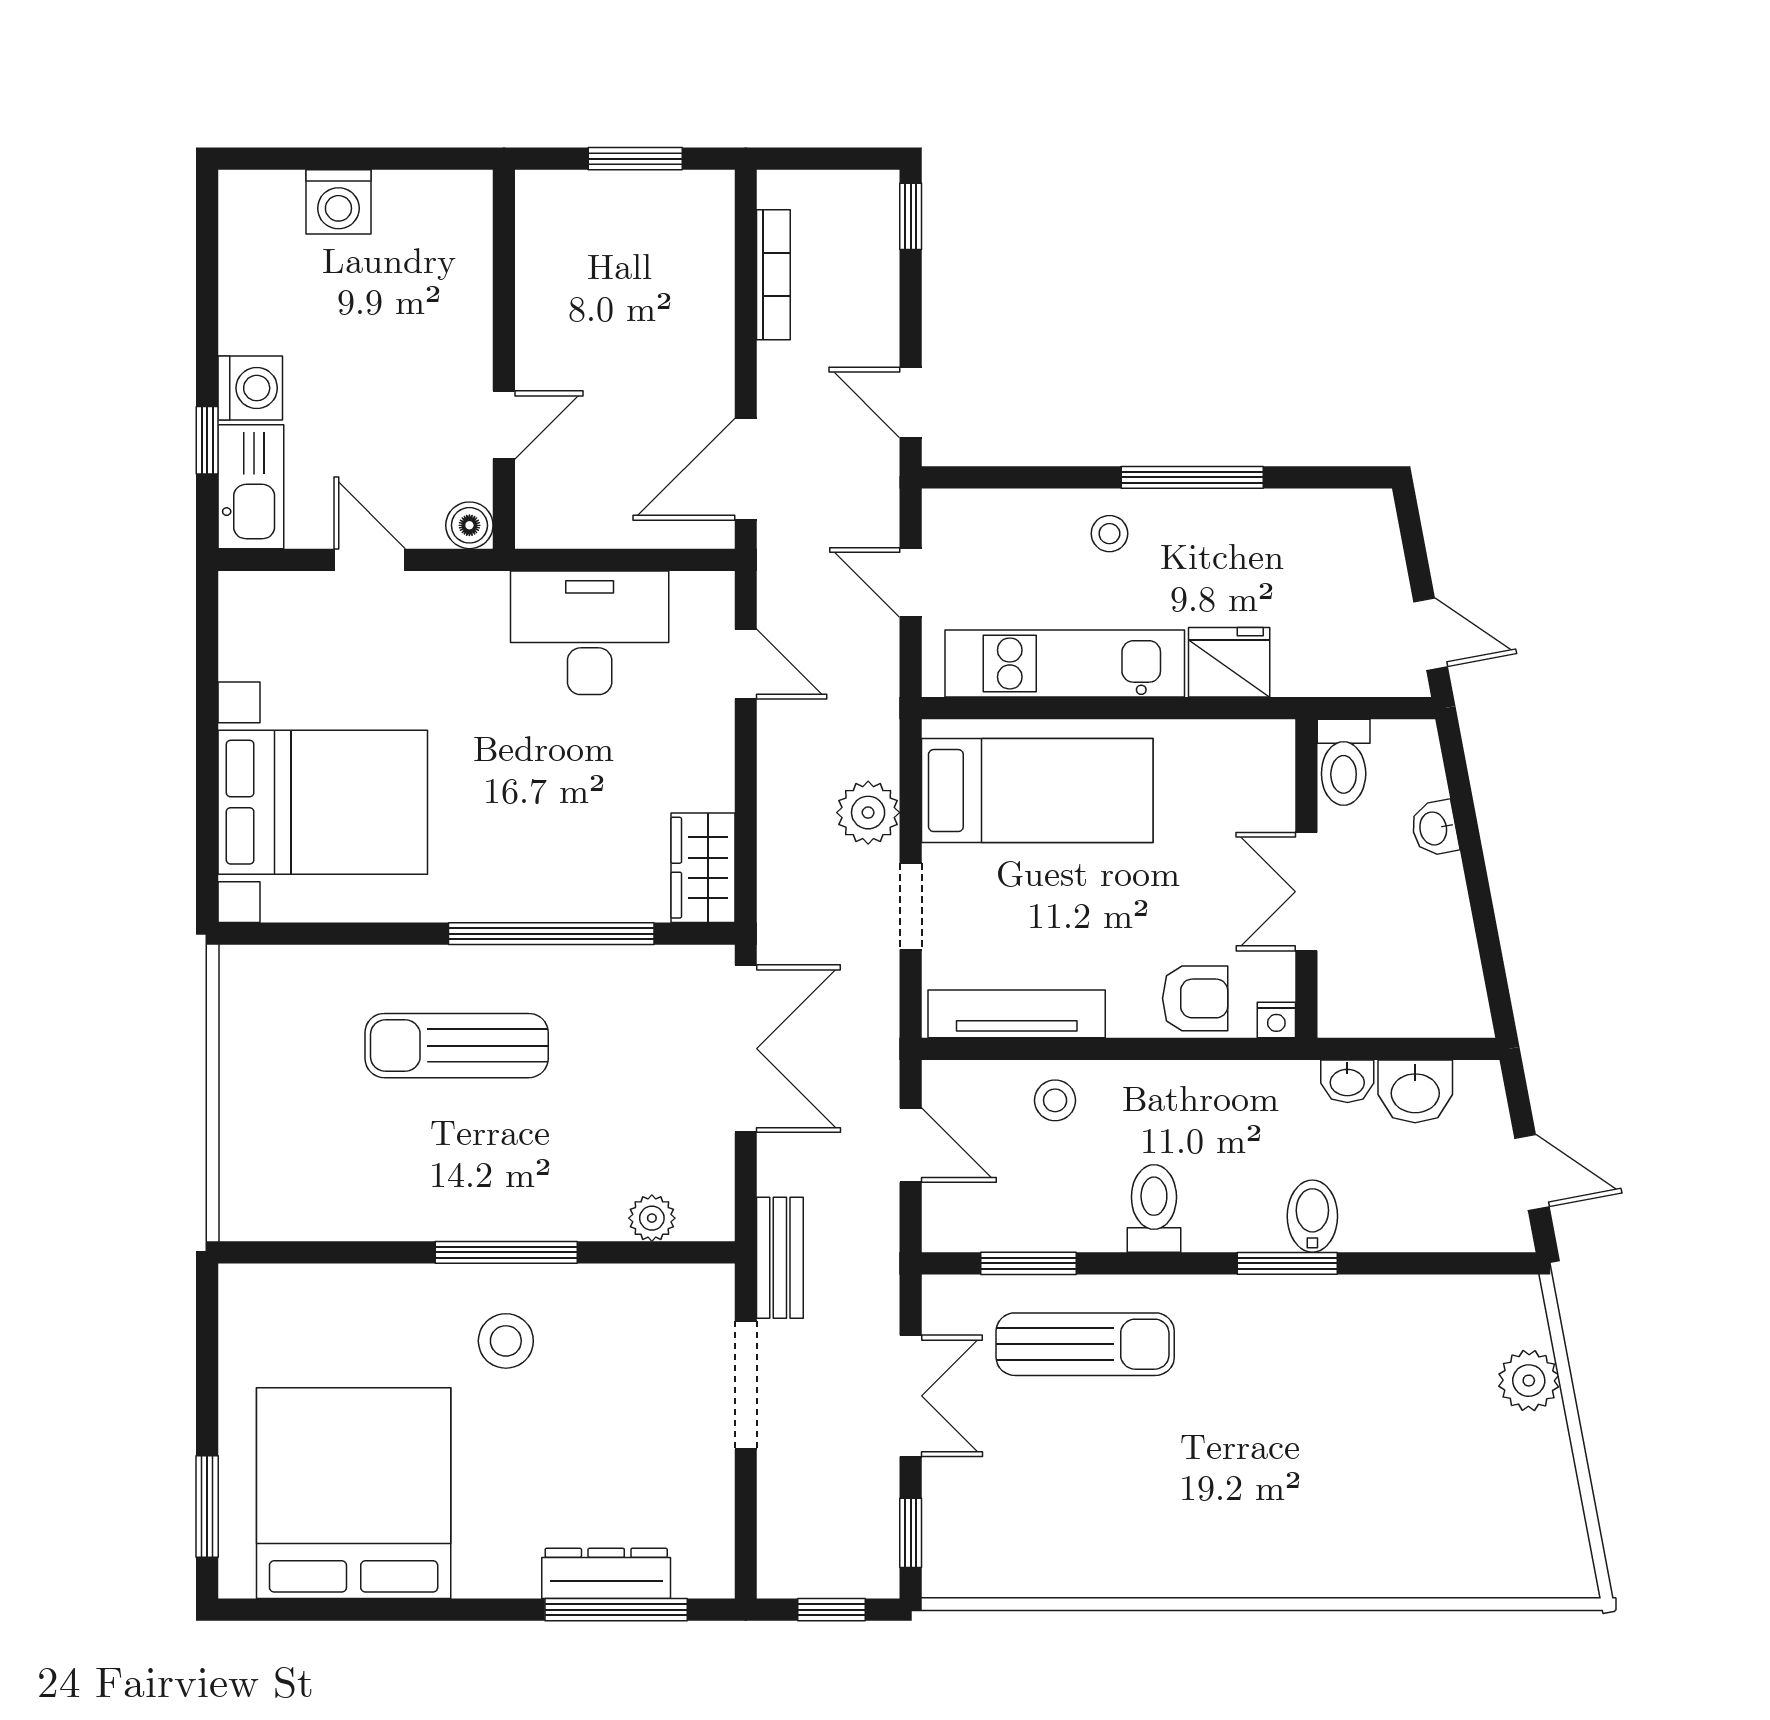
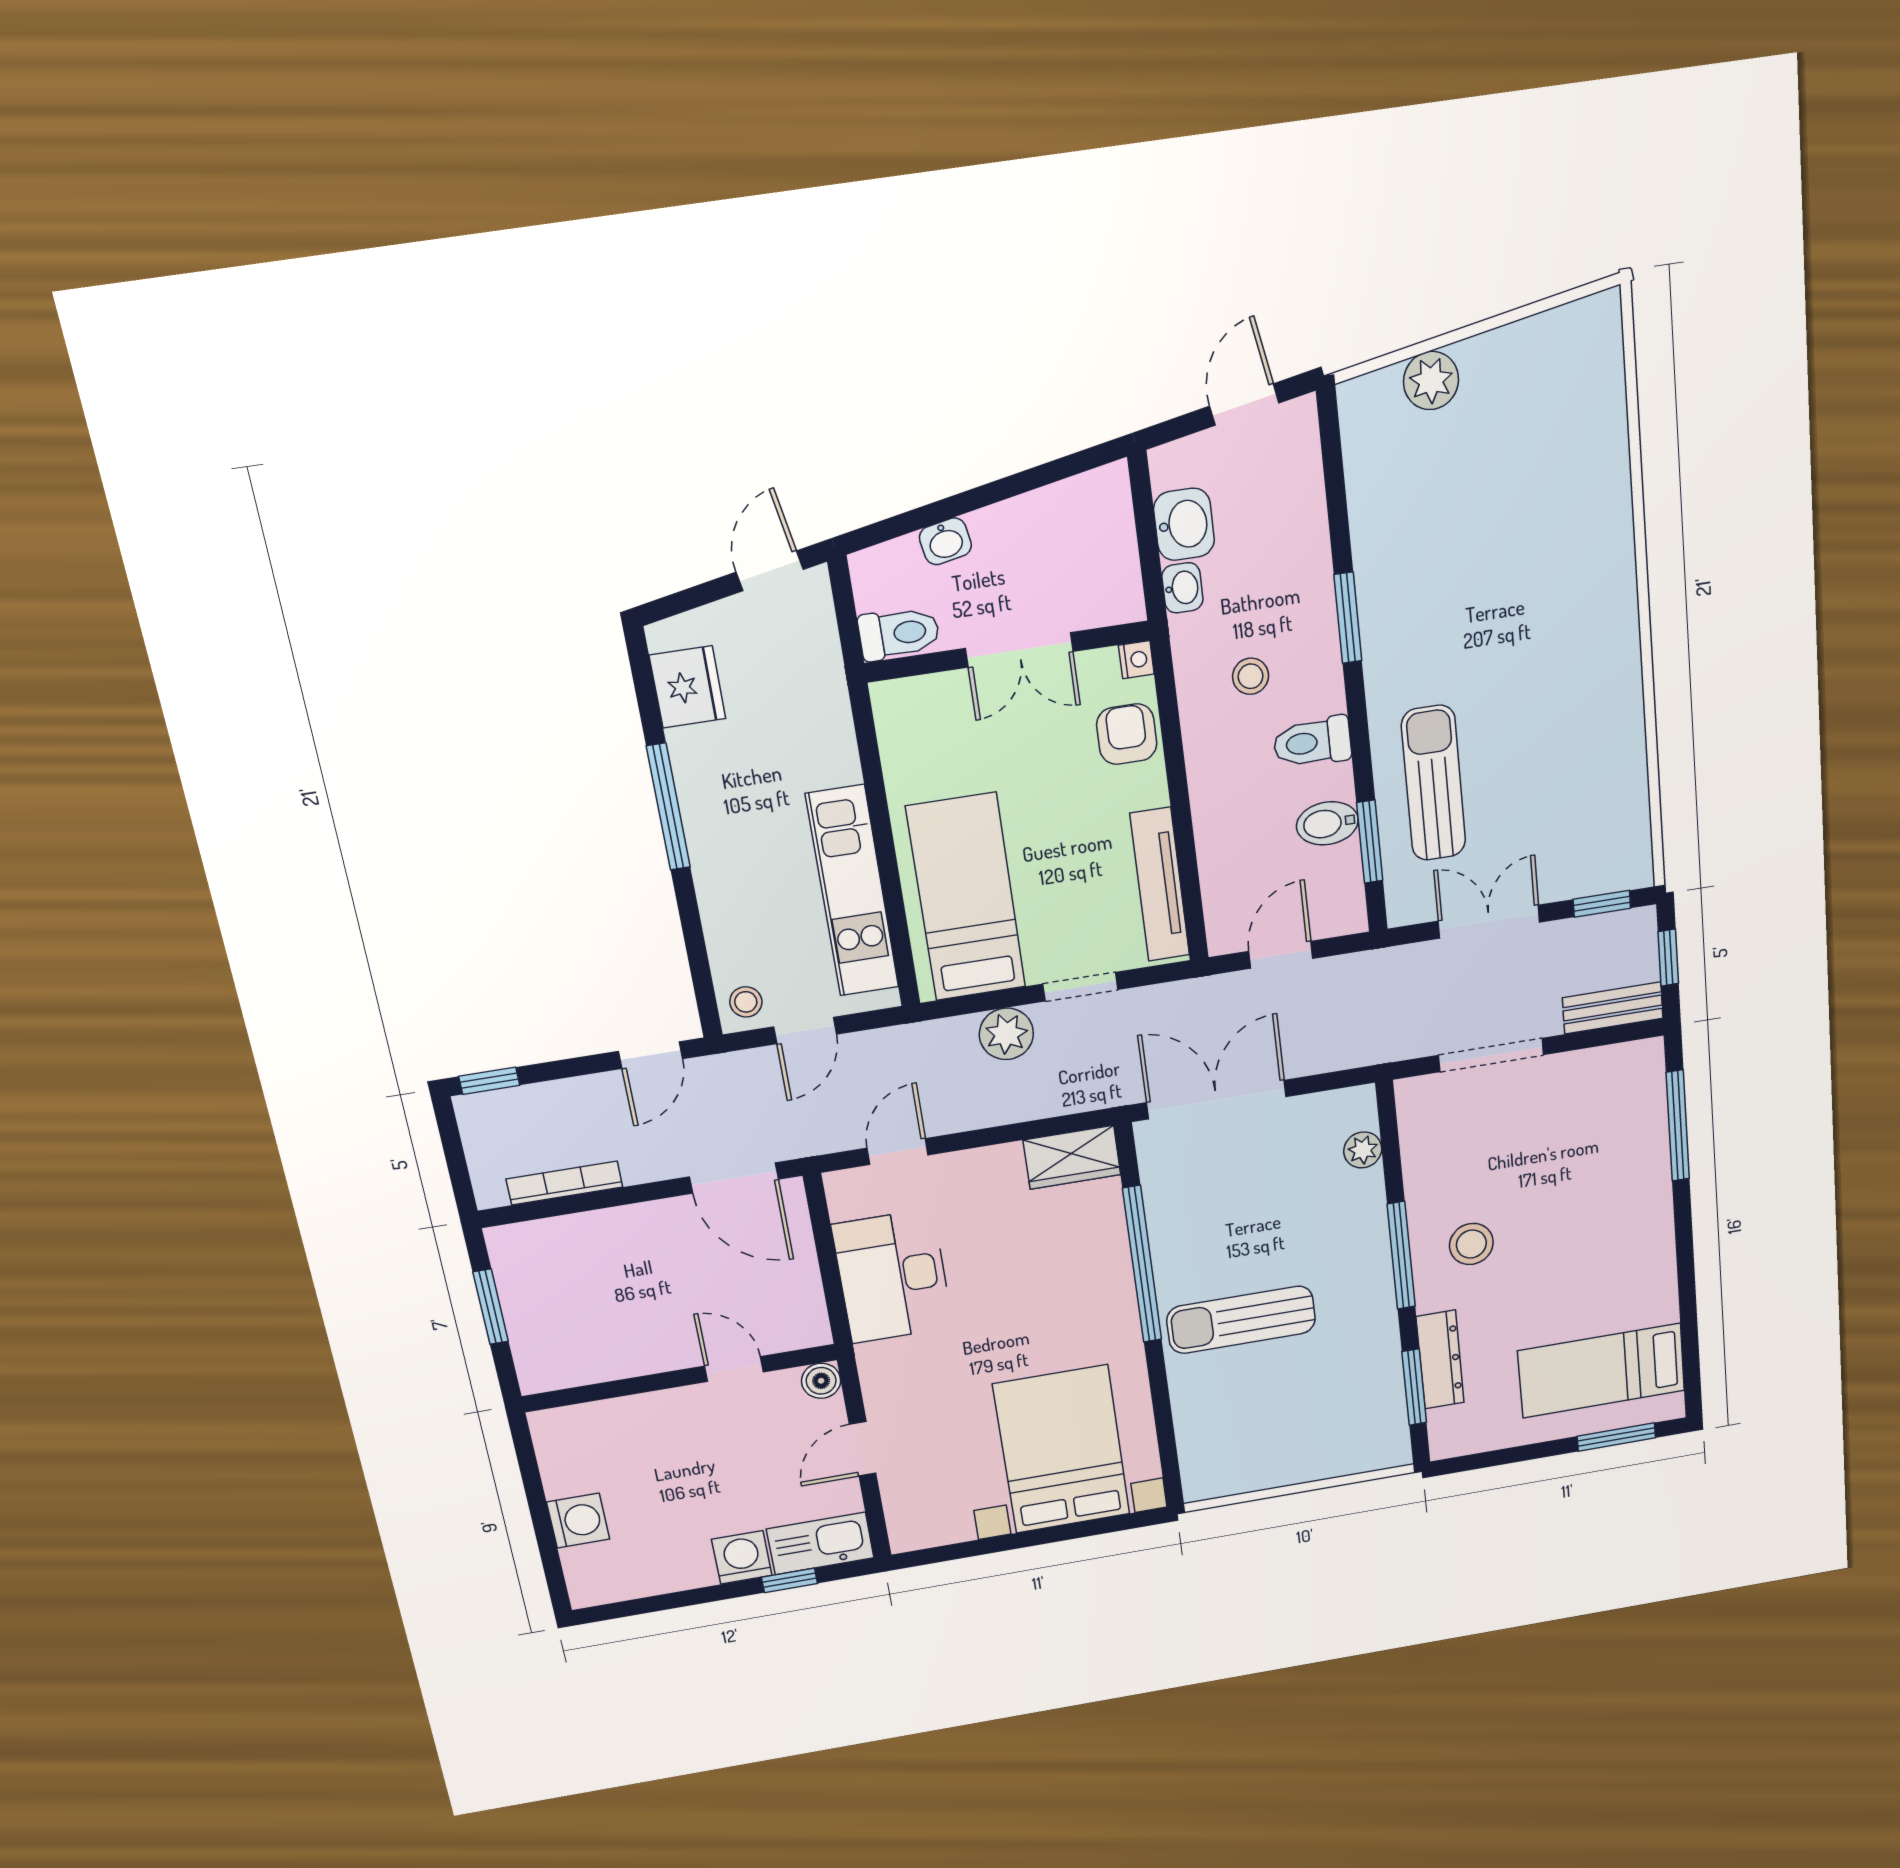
stool: (1109, 534) -> (746, 1002), moved
fridge: (1229, 662) -> (687, 687), moved, turned 180
sun lounger: (457, 1046) -> (1241, 1320), turned 90
stool: (1055, 1100) -> (1251, 676), moved
bidet: (1312, 1216) -> (1327, 823), moved
window: (326, 1252) -> (1414, 1387), added
bench: (780, 1258) -> (1613, 1008), moved
bed: (354, 1493) -> (1601, 1371), width x0.49
dresser: (606, 1573) -> (1440, 1360), moved, turned 180

